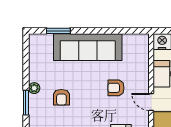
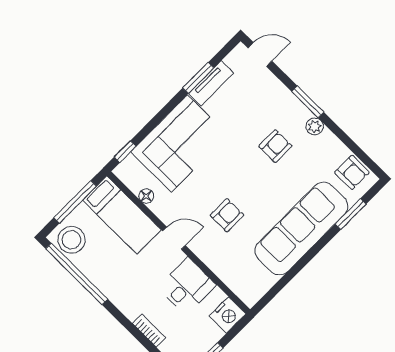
armchair: (38, 50) -> (352, 172), added
armchair: (61, 97) -> (275, 146), turned 90

